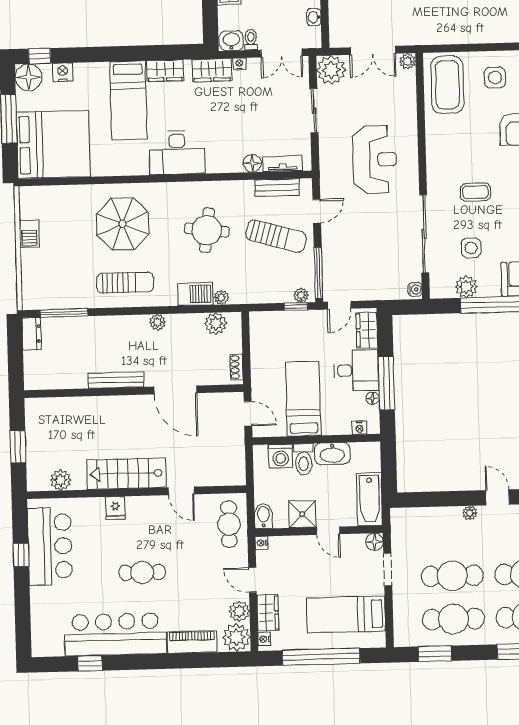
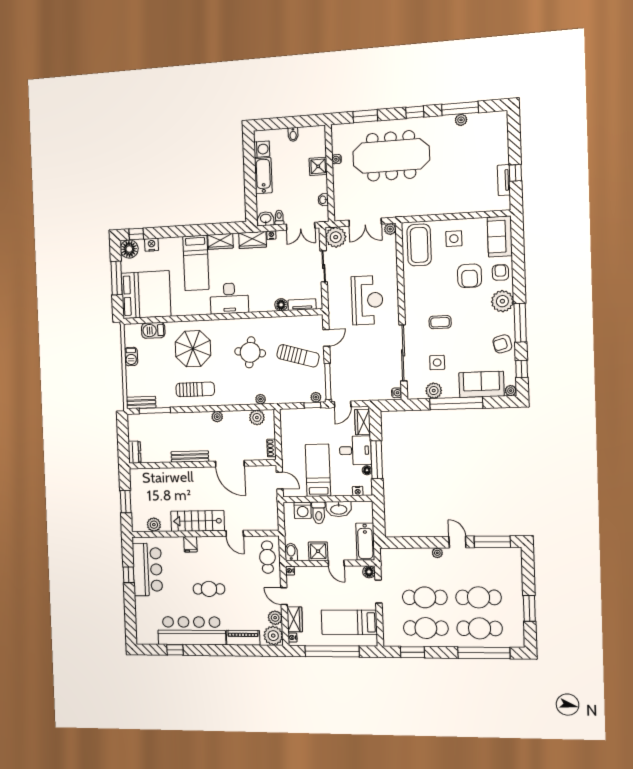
bench: (277, 188) -> (141, 402), moved
barbecue: (195, 294) -> (153, 330), moved, turned 180
dresser: (32, 334) -> (135, 452), moved

